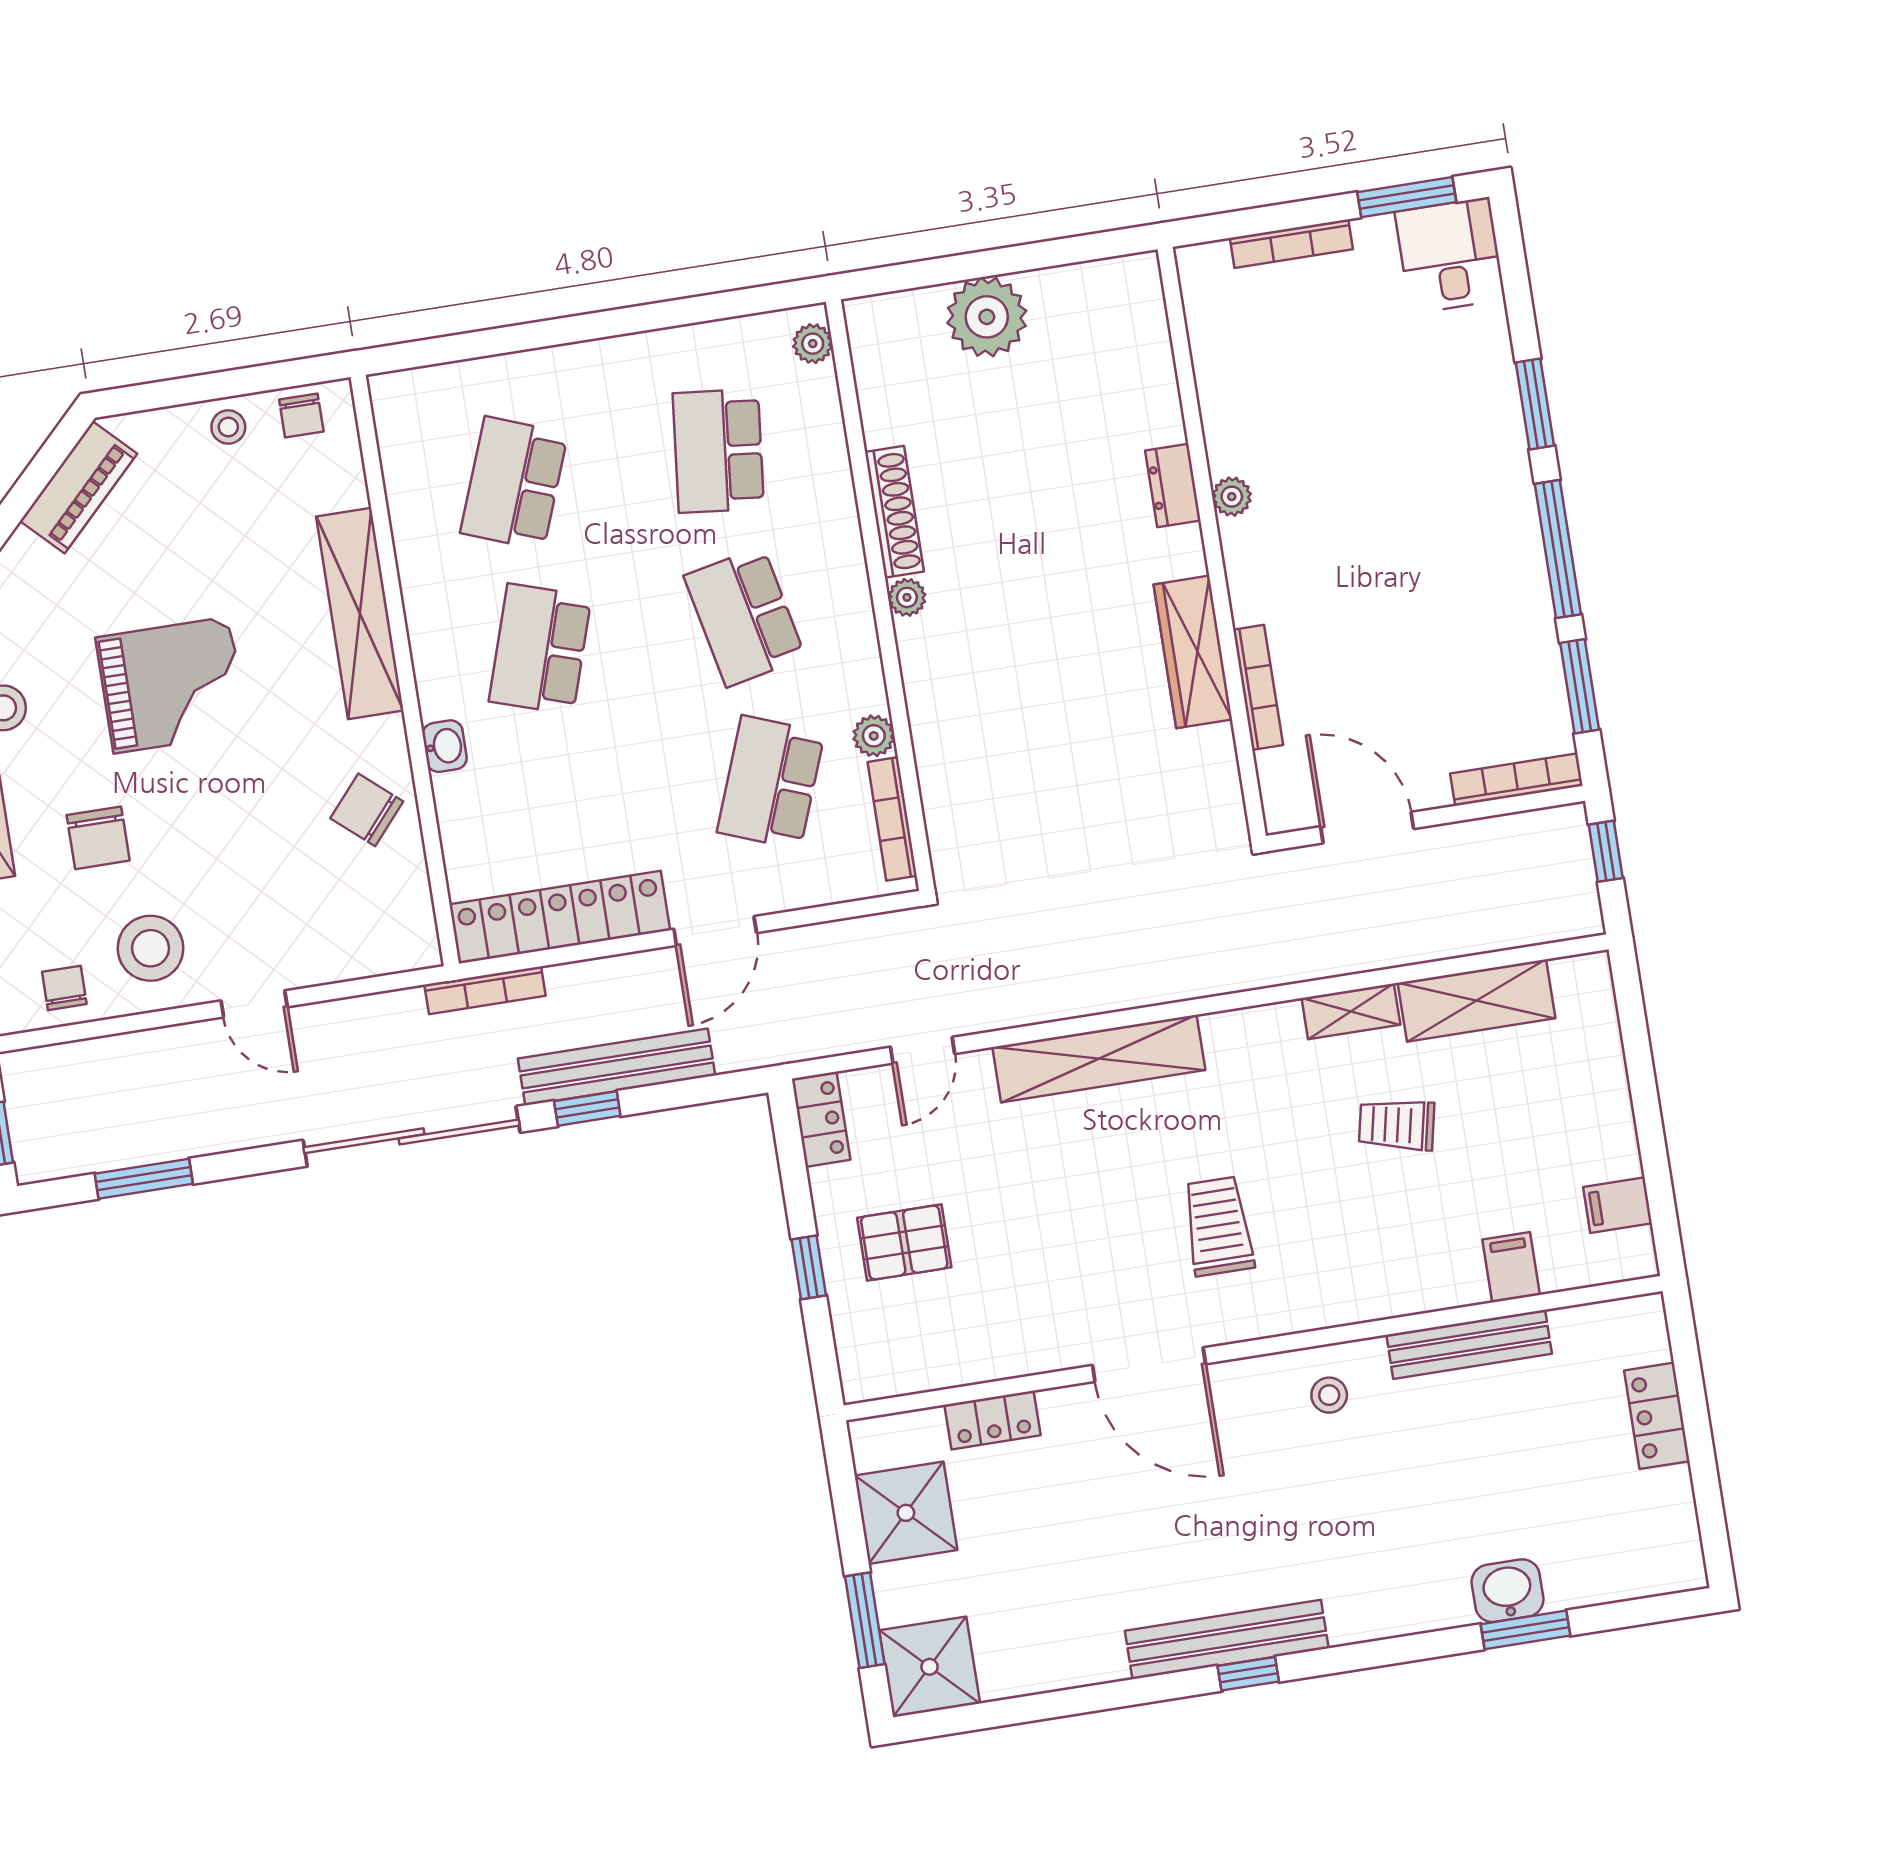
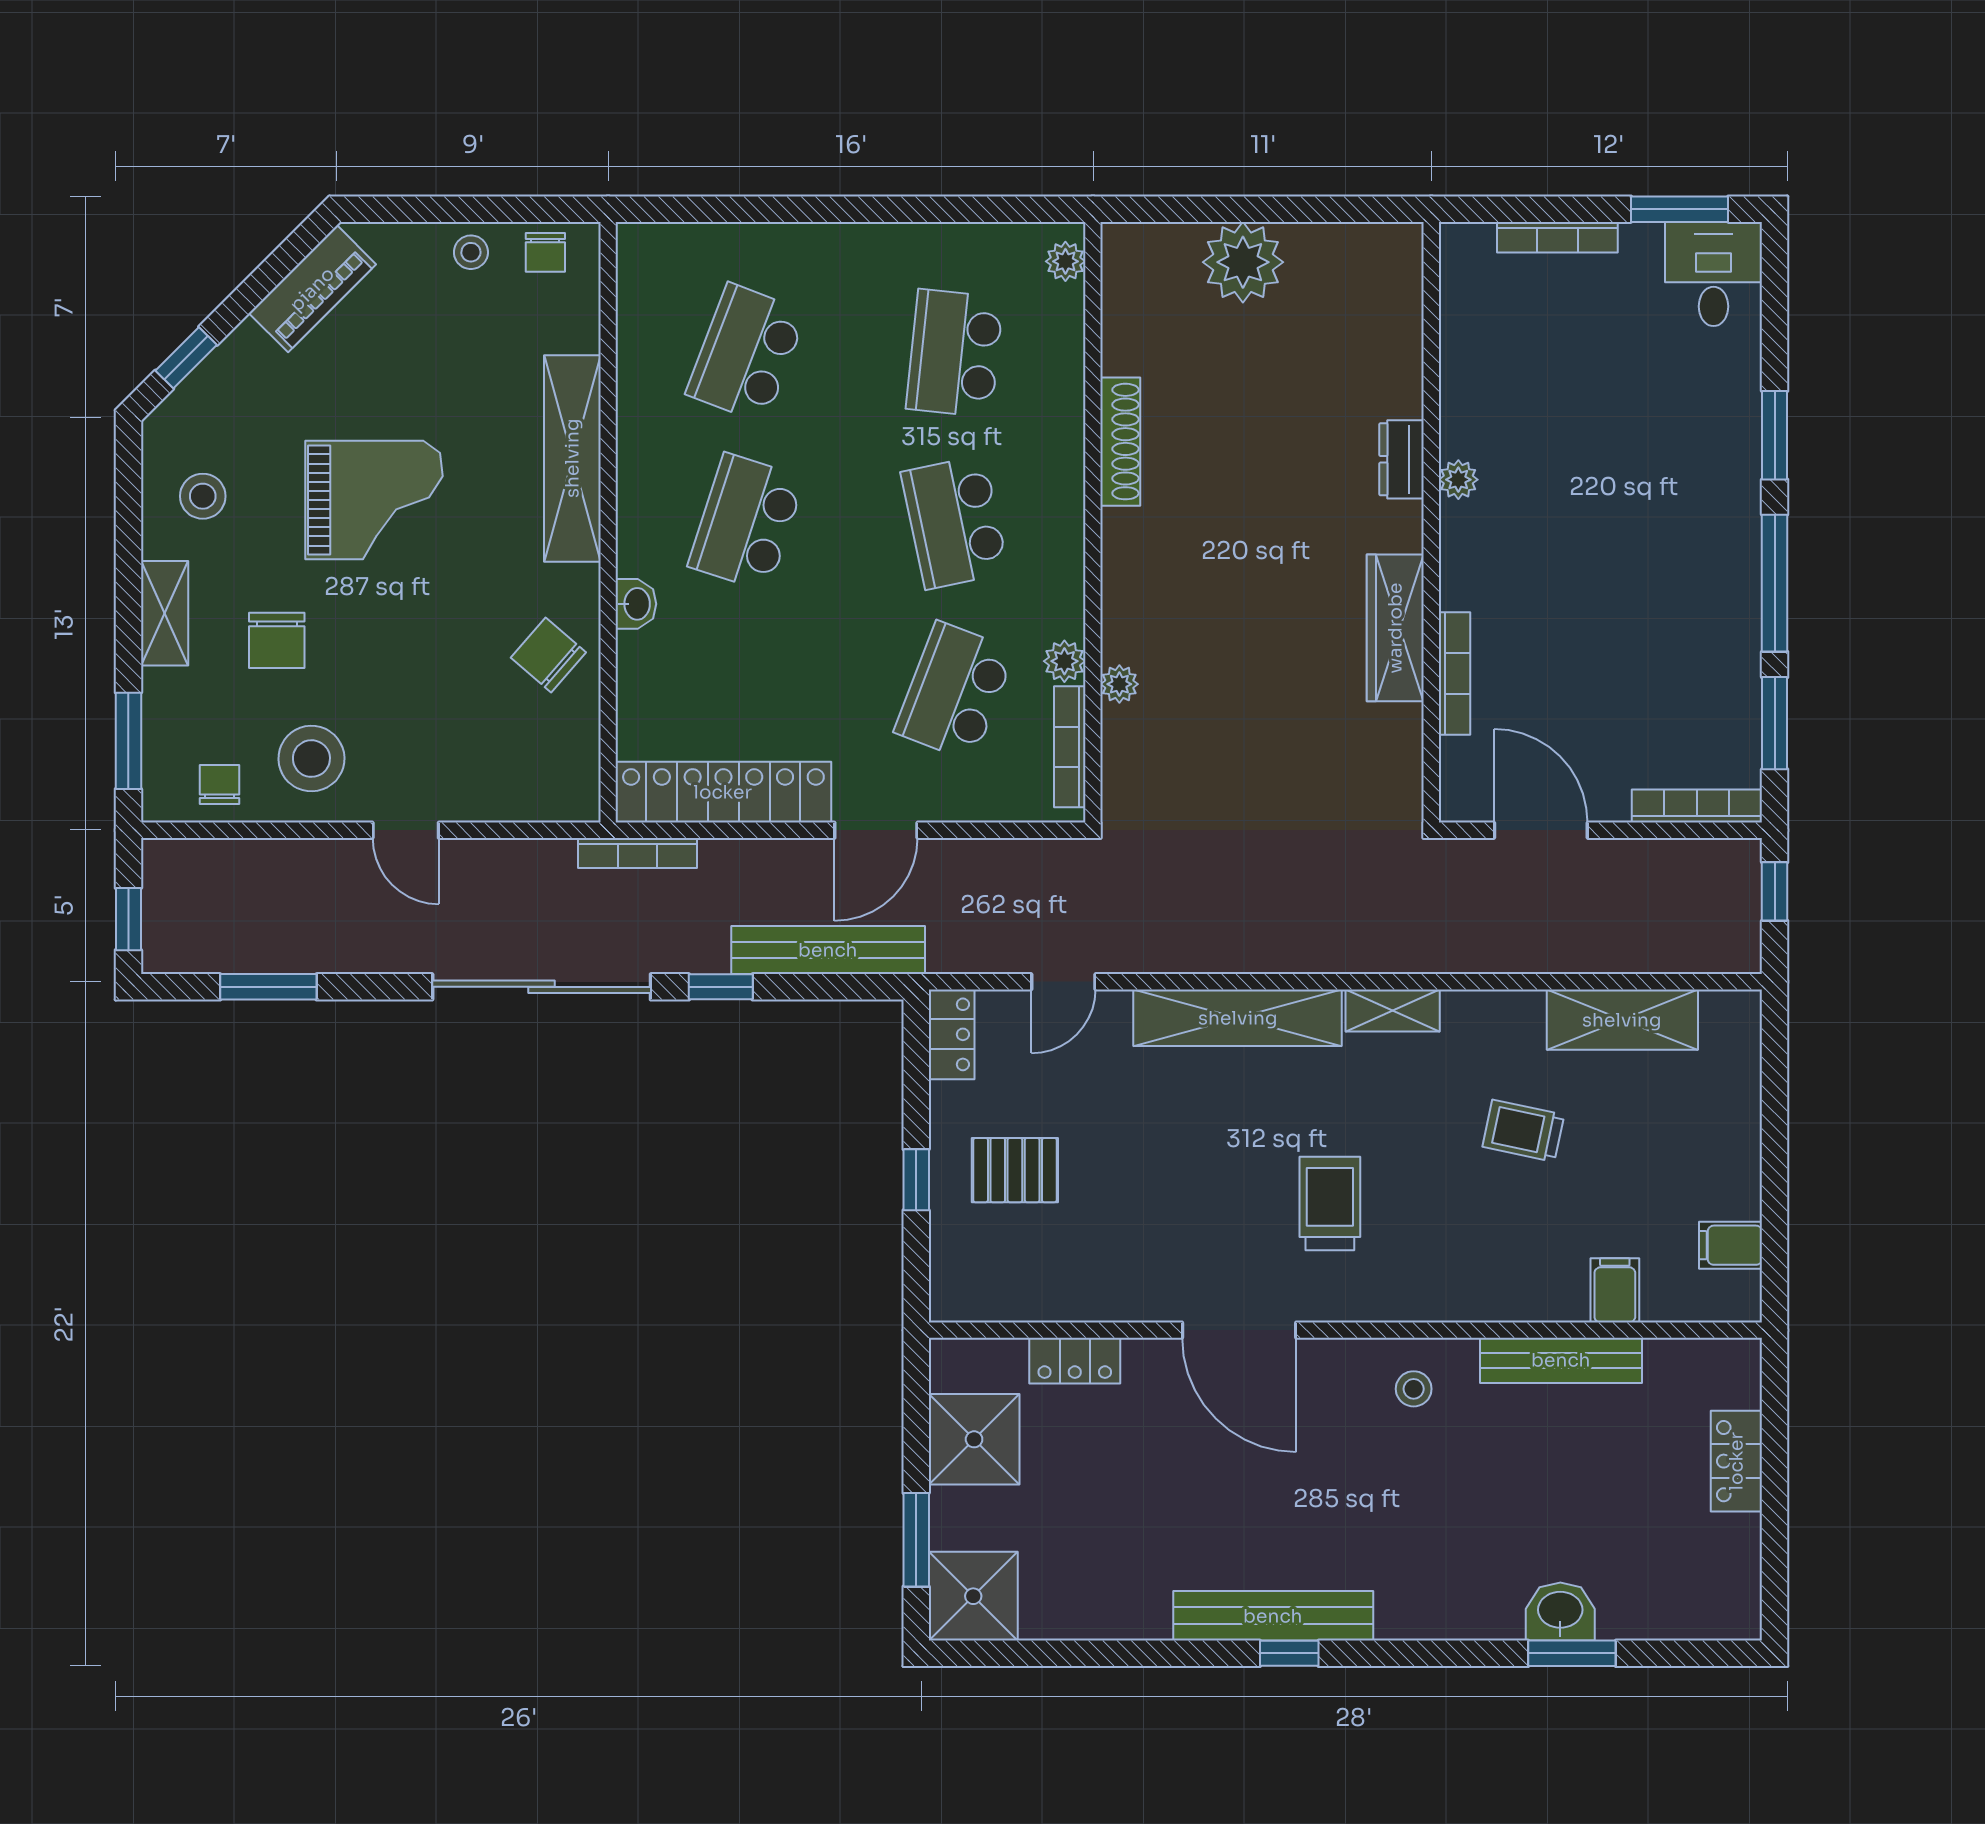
plant: (907, 597) -> (1119, 684), moved
shelving: (1351, 1011) -> (1393, 1010), moved
bench: (617, 1067) -> (828, 950), moved

